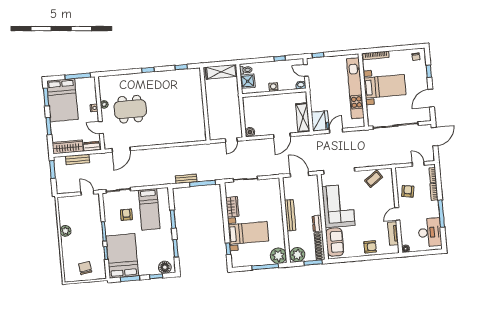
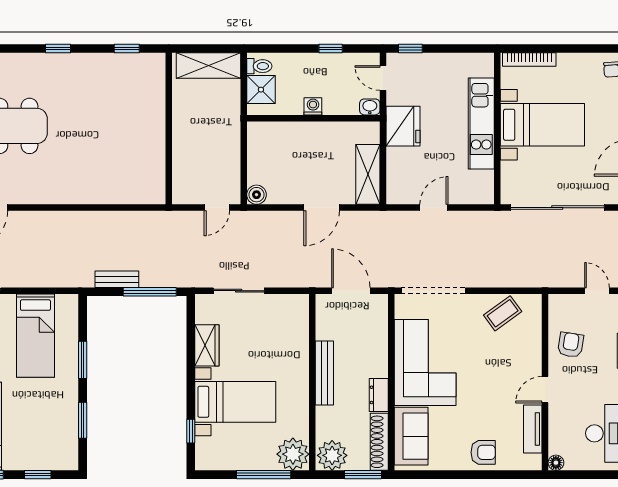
kitchen unit: (355, 88) -> (481, 123), width x0.73
fridge: (320, 121) -> (403, 126), moved
floor lamp: (165, 267) -> (57, 458), removed

